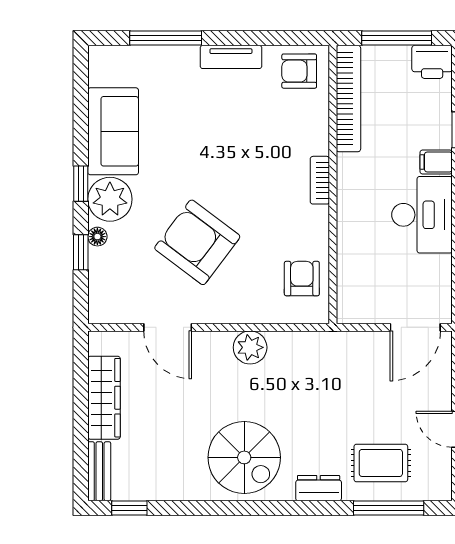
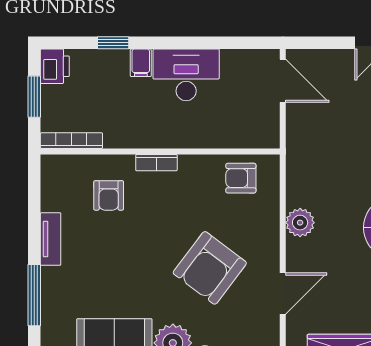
window: (397, 38) -> (34, 97), width x0.69
armchair: (299, 71) -> (109, 195), moved
bookcase: (348, 99) -> (71, 141), width x0.68, depth x0.76

